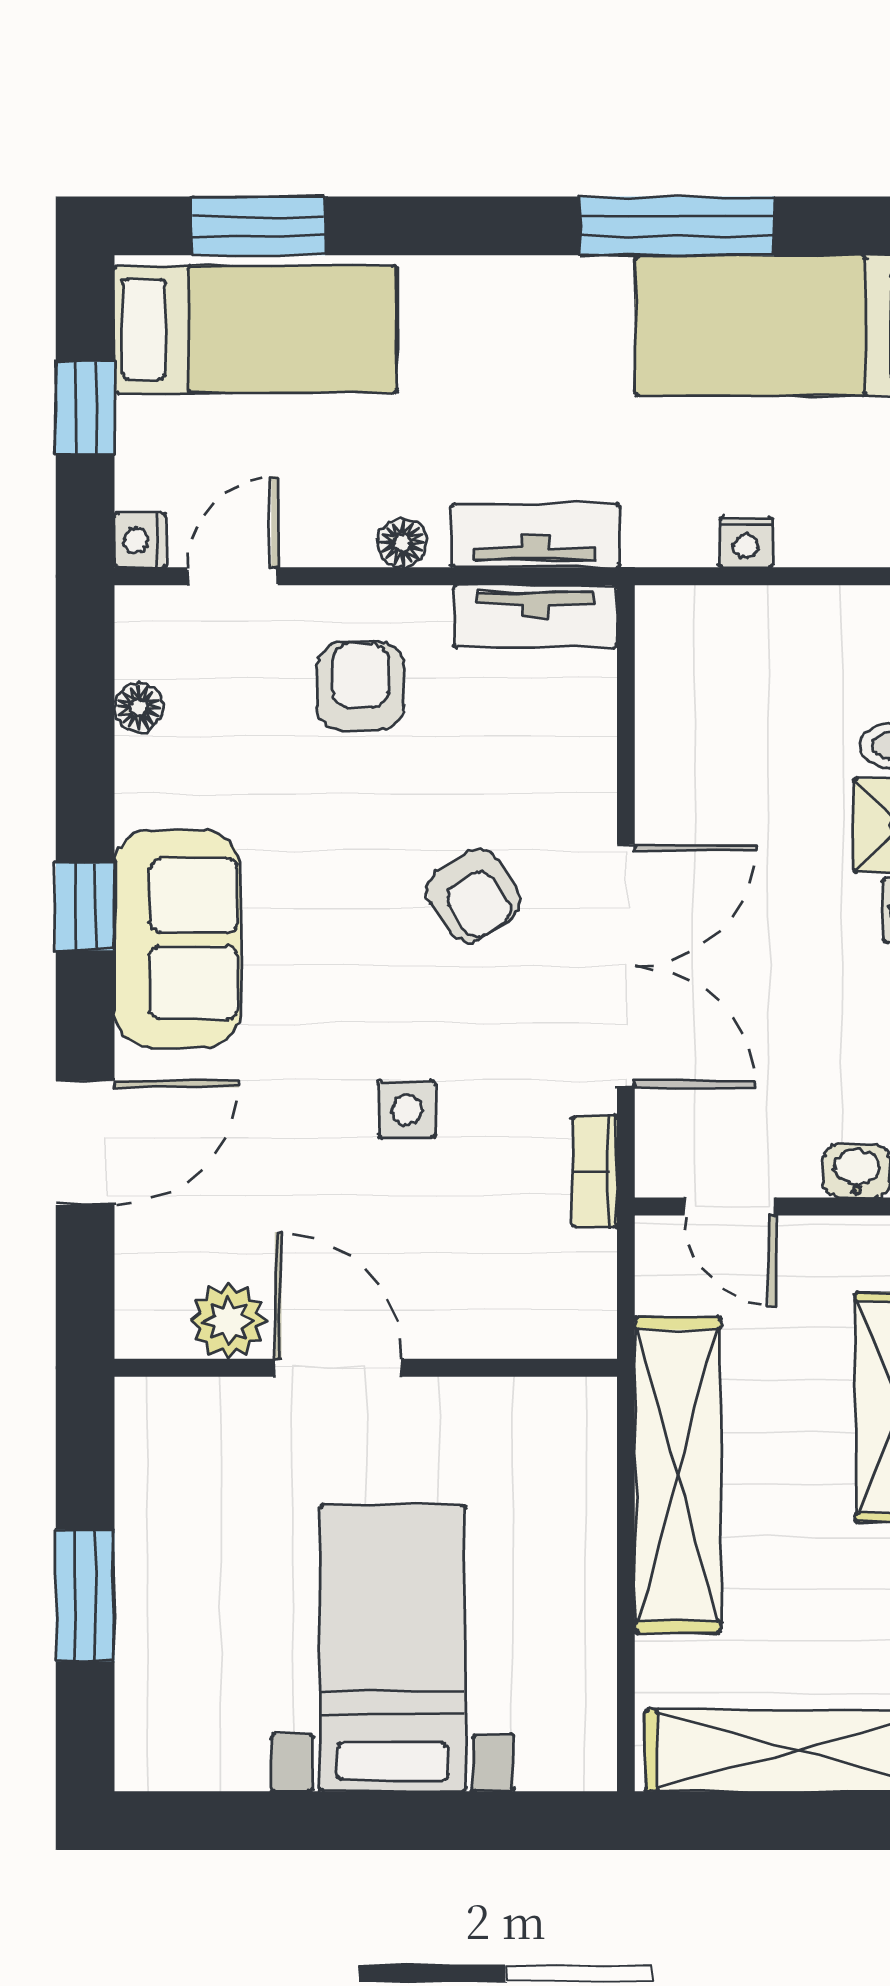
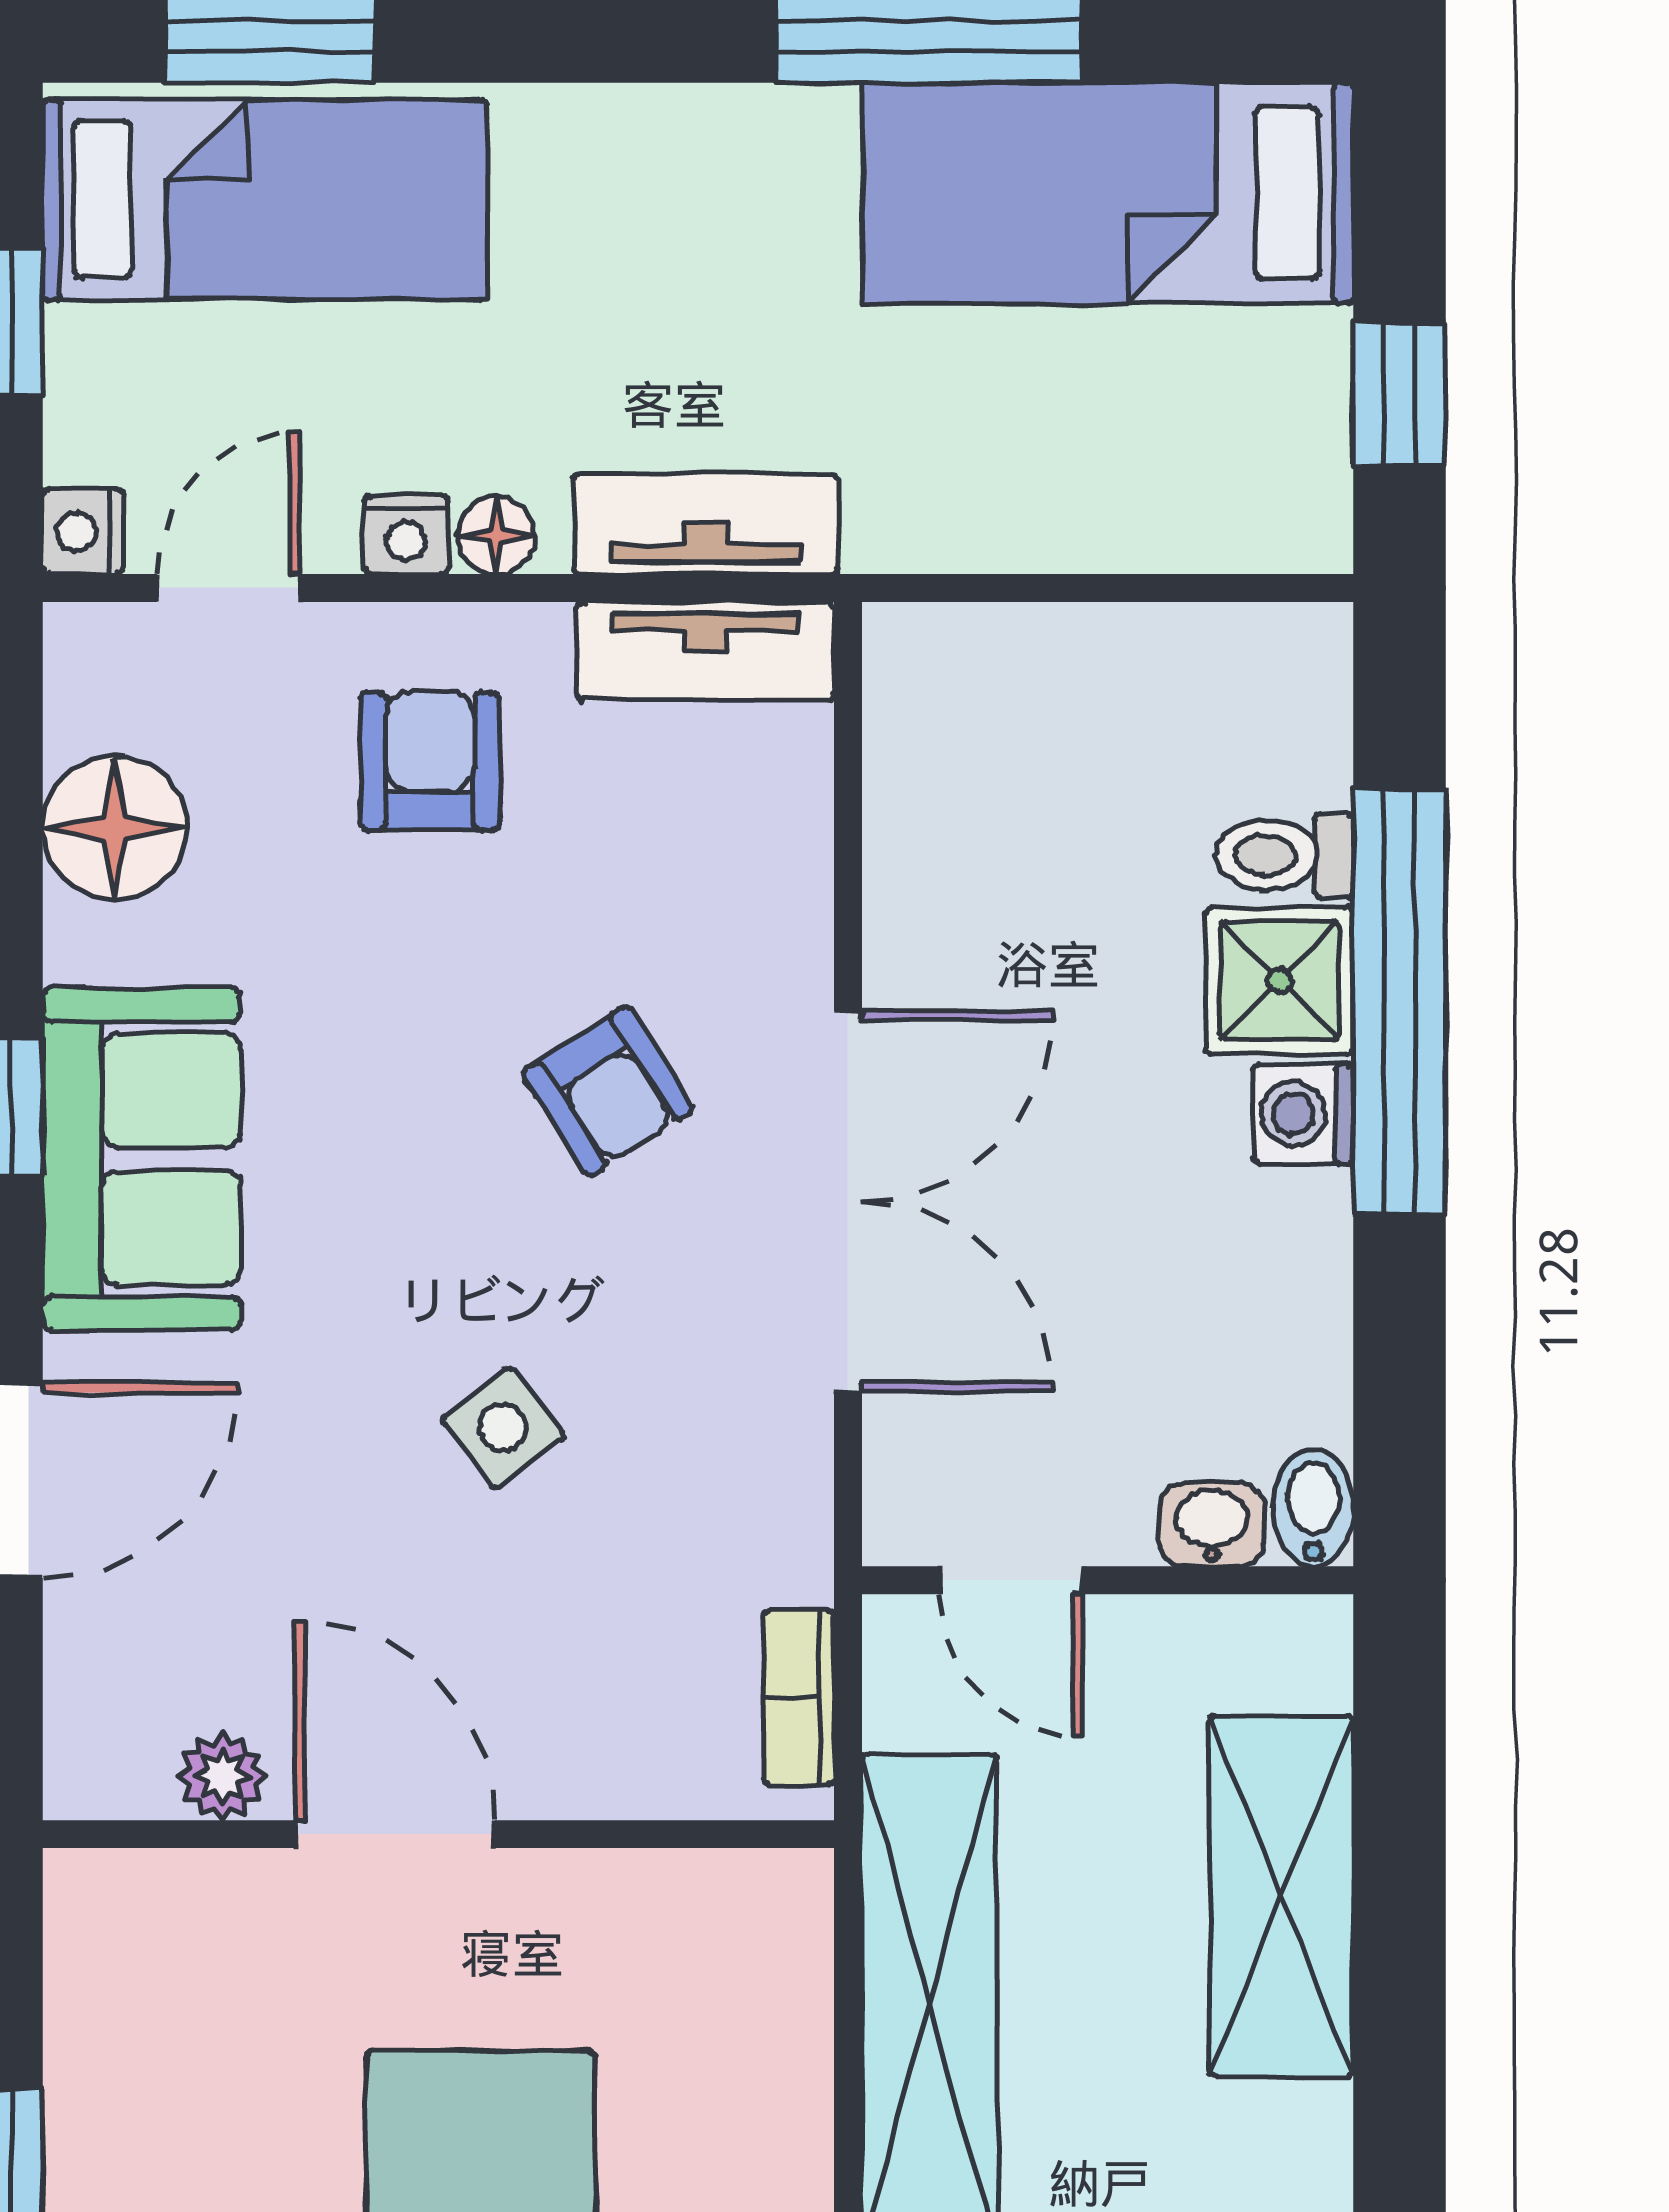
nightstand: (746, 542) -> (406, 535), moved
floor lamp: (139, 707) -> (115, 828), width x1.89, depth x1.89
side table: (407, 1110) -> (503, 1428), turned -38
bookcase: (595, 1172) -> (799, 1697), moved
plant: (228, 1321) -> (222, 1777), width x0.73, depth x0.73

